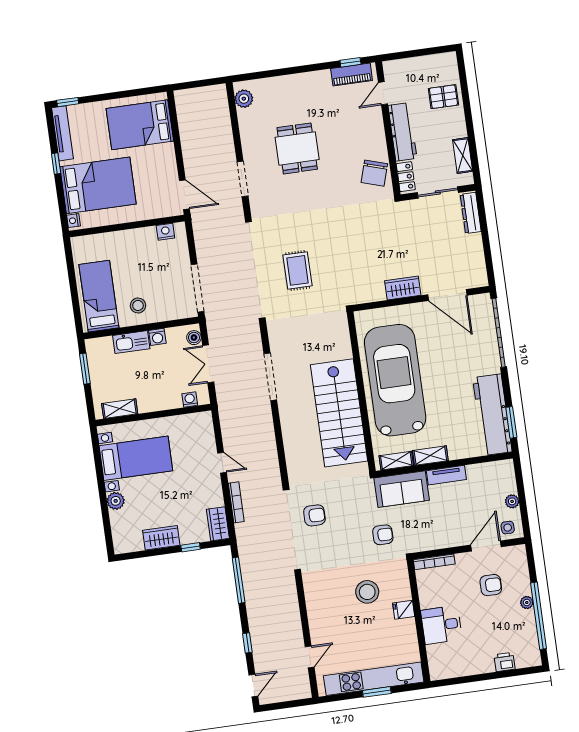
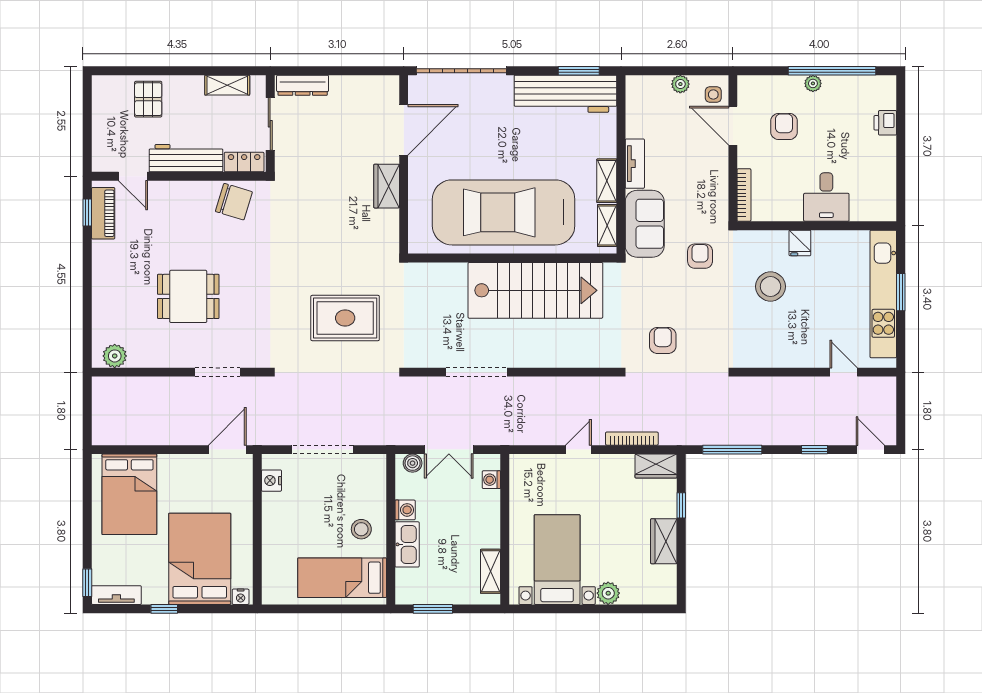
tv unit: (63, 133) -> (116, 595), width x0.71
rug: (298, 270) -> (345, 318), width x1.36, depth x1.43
doorway: (198, 288) -> (322, 450), moved

